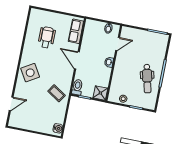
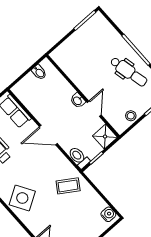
door: (118, 44) -> (94, 109), moved

